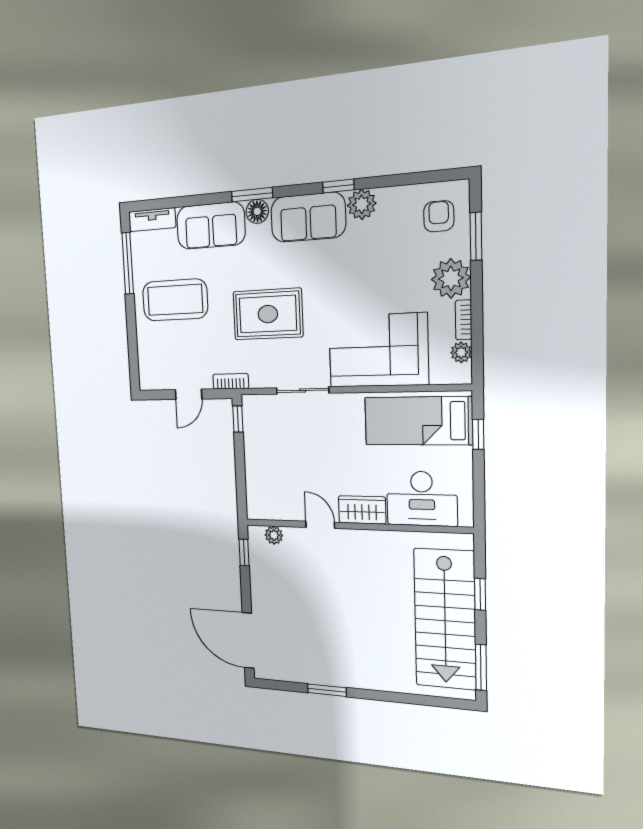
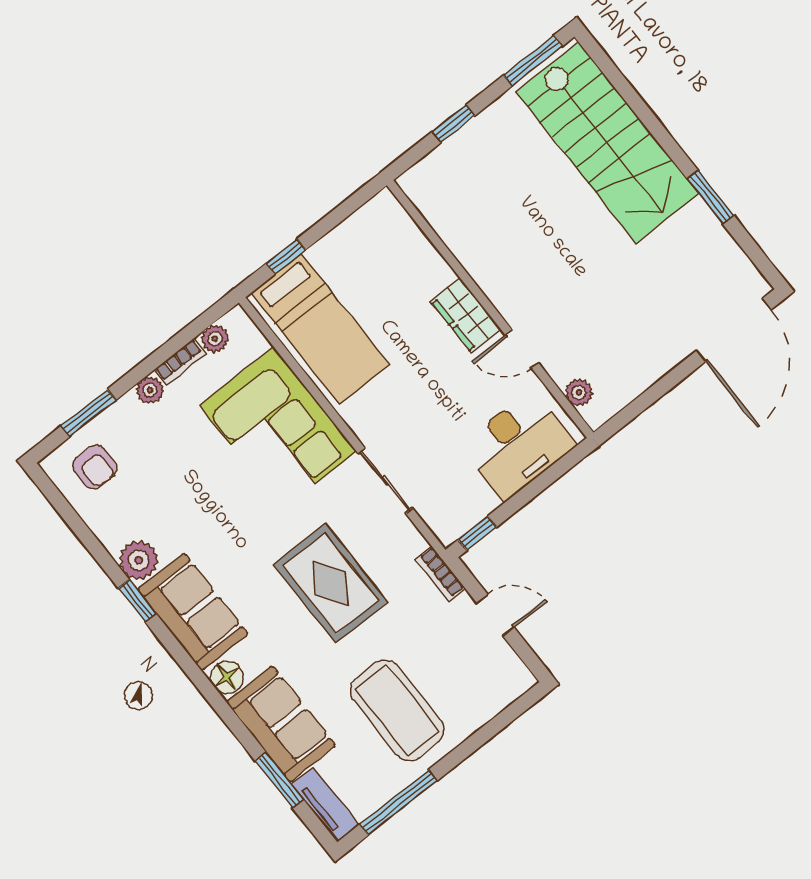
window: (252, 195) -> (279, 780), moved
armchair: (439, 216) -> (95, 467), turned -90
plant: (451, 278) -> (150, 390), width x0.53, depth x0.53
desk: (422, 499) -> (518, 445), moved, turned 90
door: (320, 525) -> (522, 349), hinge flipped
window: (244, 553) -> (630, 412), removed
stairs: (445, 619) -> (607, 143), moved, turned 90

